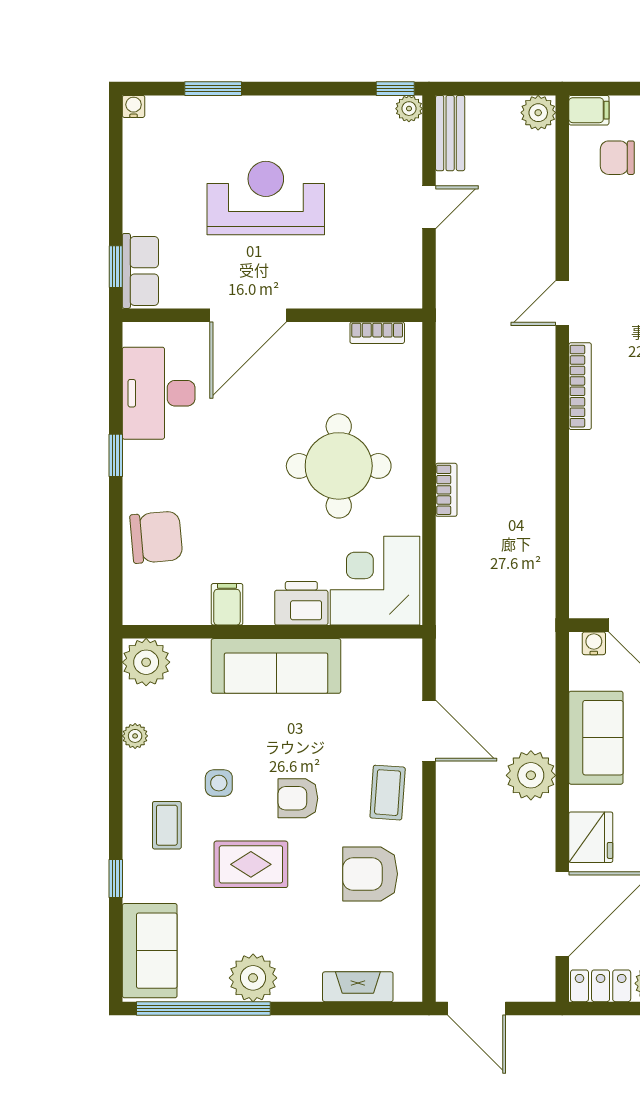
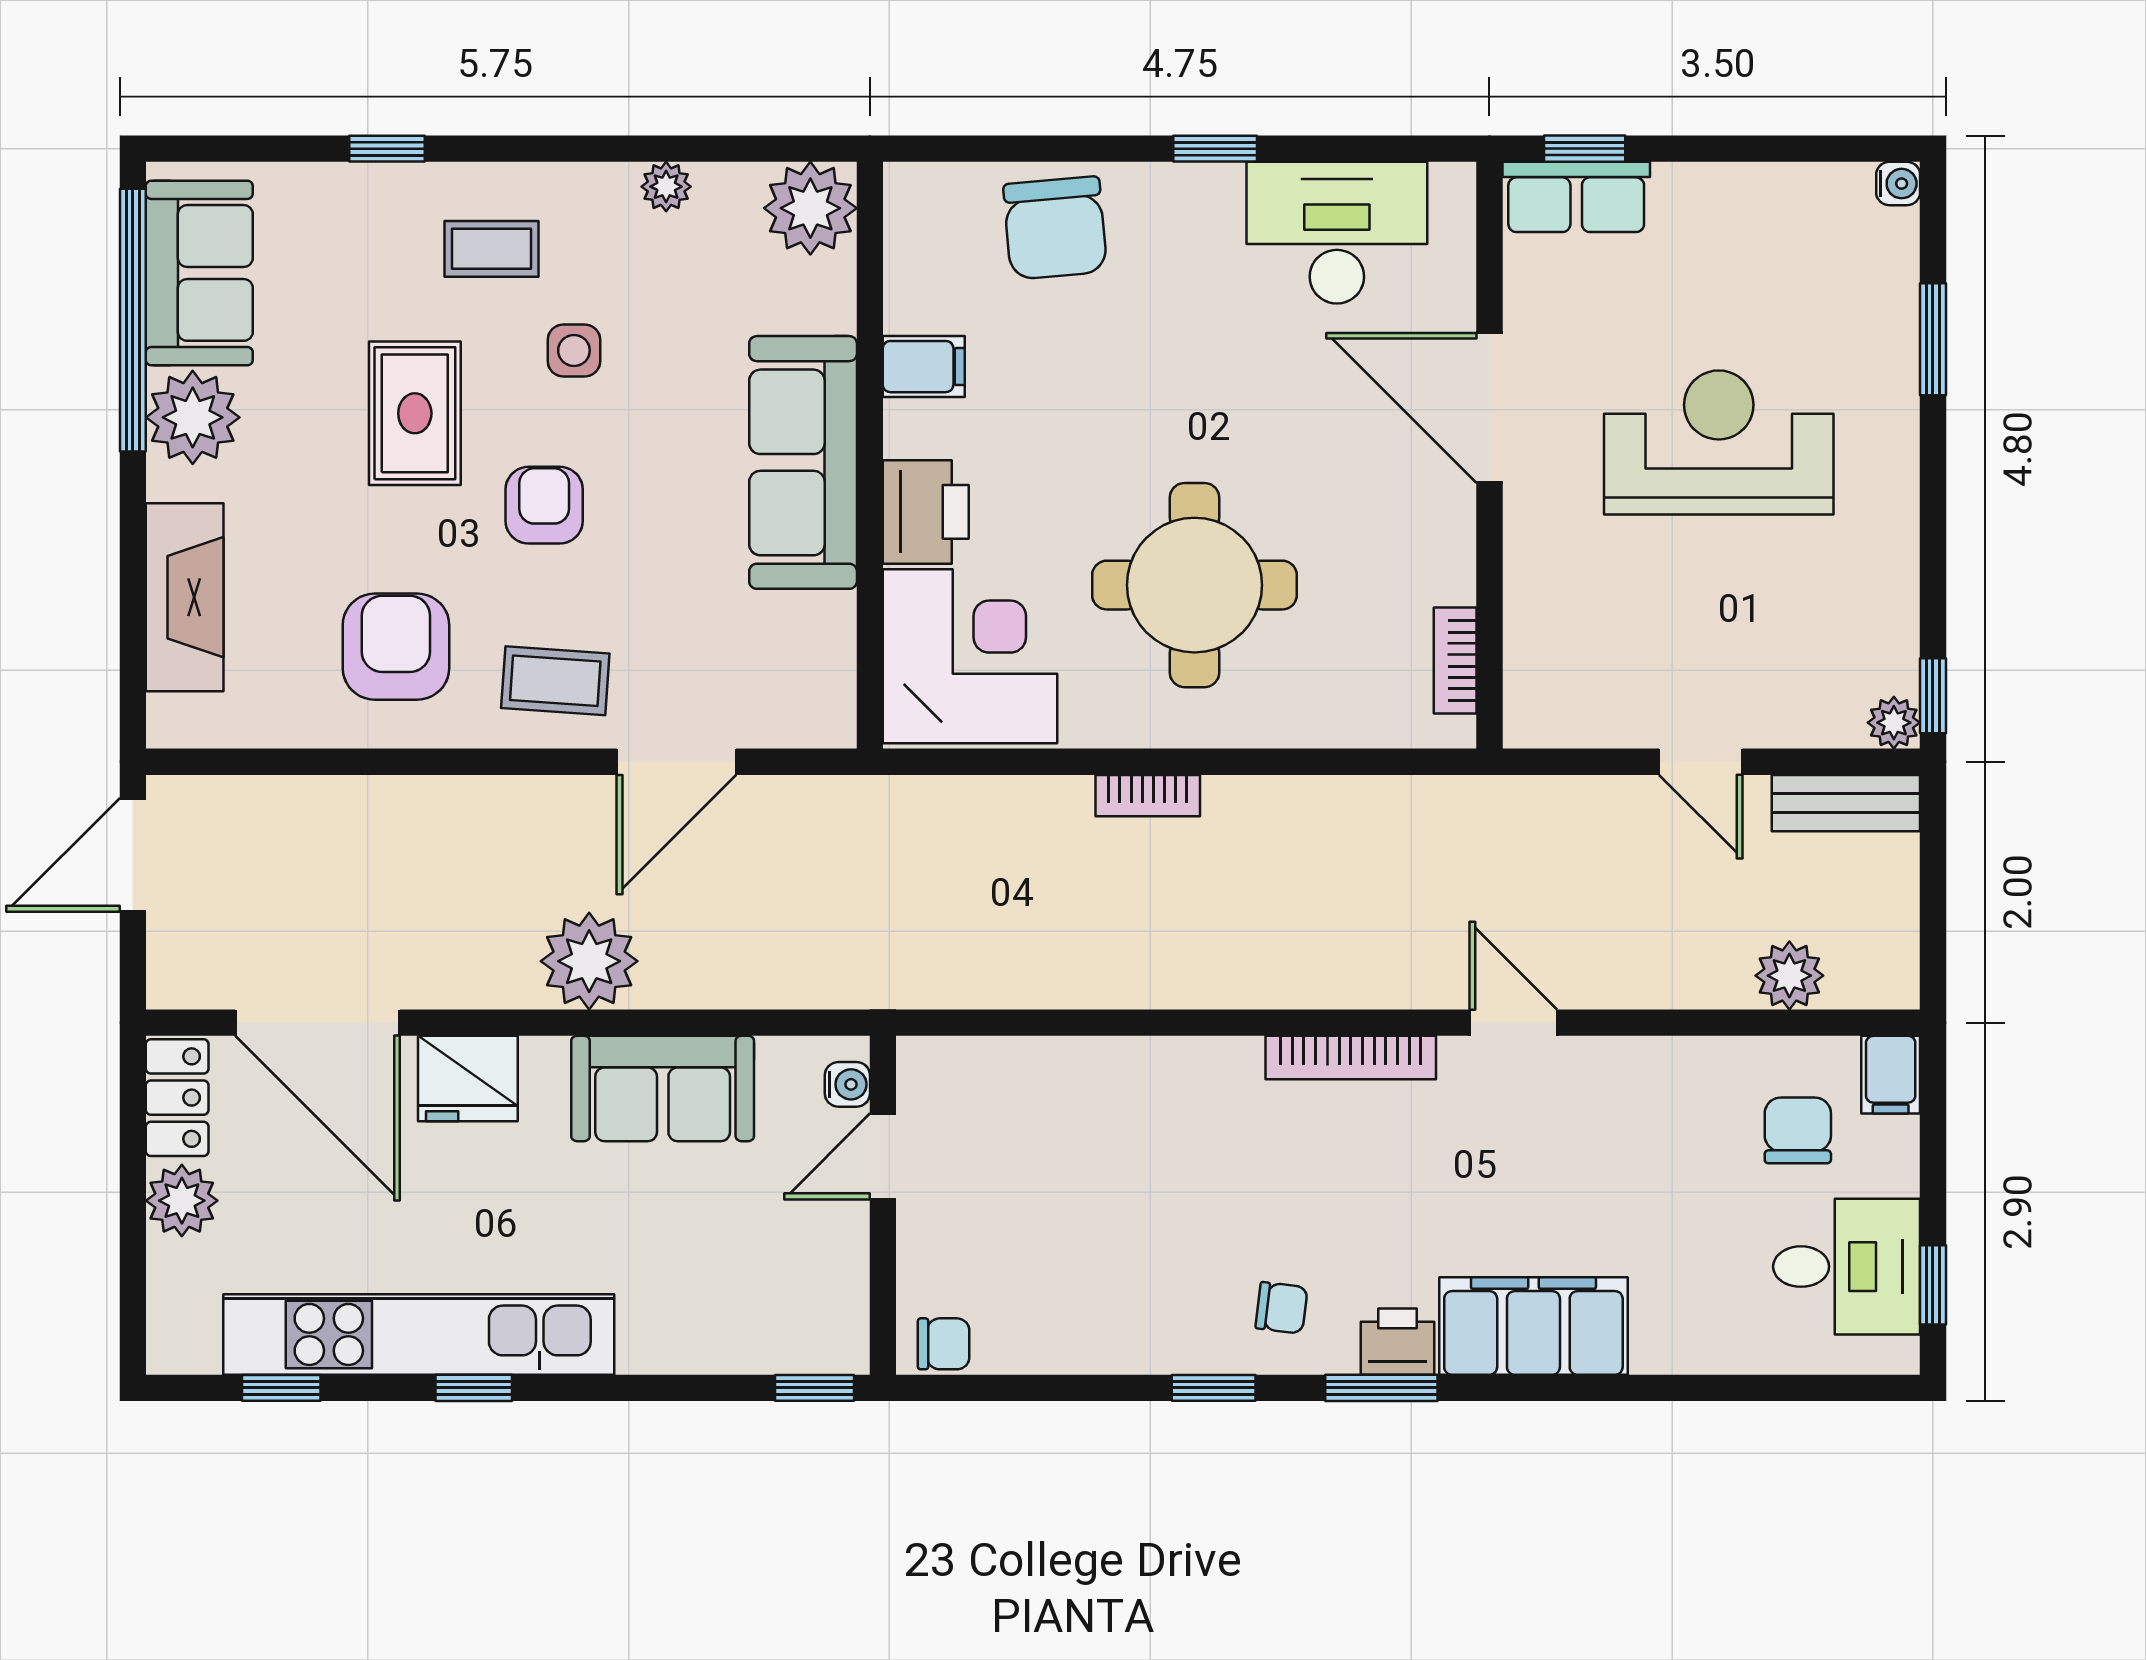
plant: (538, 113) -> (1789, 976), moved
reception desk: (266, 198) -> (1719, 442), turned -90
sofa: (150, 951) -> (199, 273), moved, turned -90
fireplace: (358, 987) -> (185, 597), width x1.37, depth x1.32

